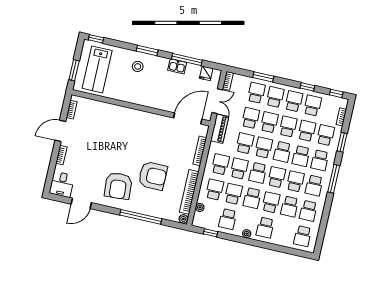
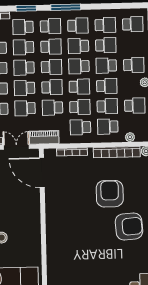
school desk: (264, 148) -> (52, 87), turned 180
school desk: (239, 169) -> (80, 107), turned 180
school desk: (233, 194) -> (107, 106), turned 180

